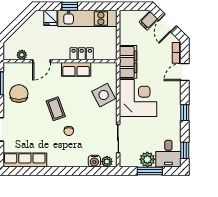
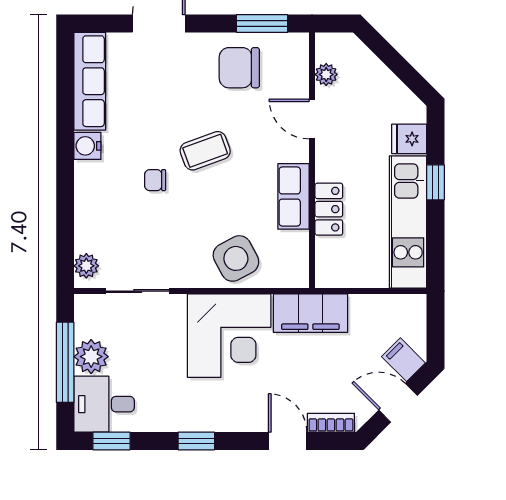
chair: (19, 94) -> (239, 68), turned 180
water cooler: (94, 161) -> (87, 146), moved
window: (150, 171) -> (65, 362), width x1.44

